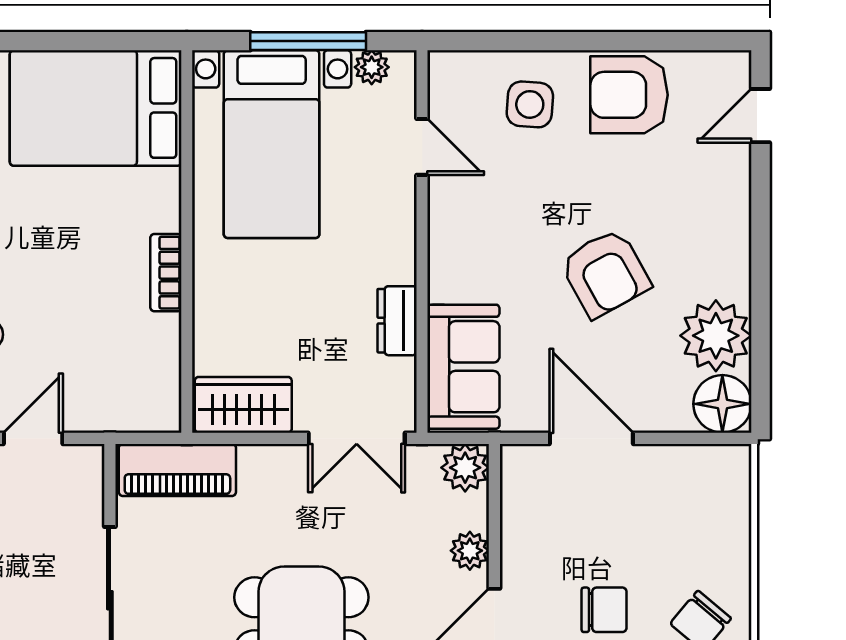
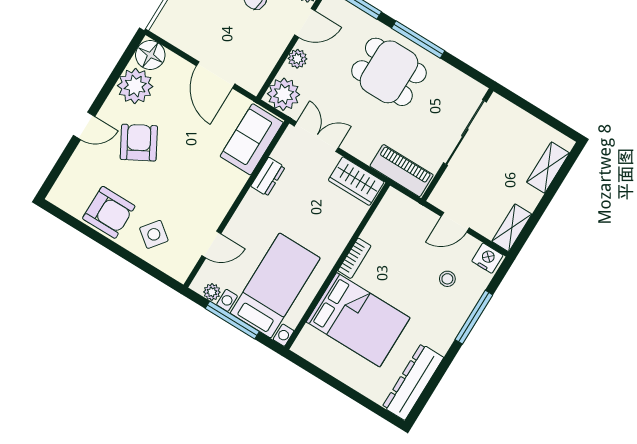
side table: (530, 104) -> (154, 234), turned 34
bed: (96, 108) -> (358, 320), moved
door: (760, 116) -> (84, 126), moved
door: (422, 147) -> (211, 245), swing flipped
armchair: (605, 273) -> (139, 143), moved
plant: (465, 468) -> (284, 94), width x1.36, depth x1.36

